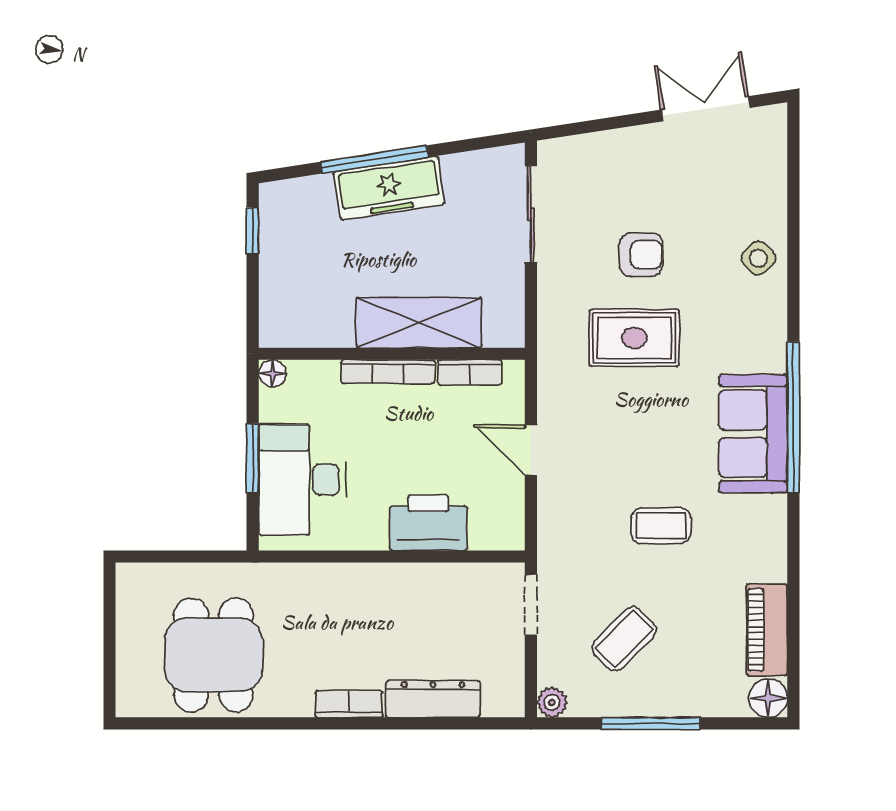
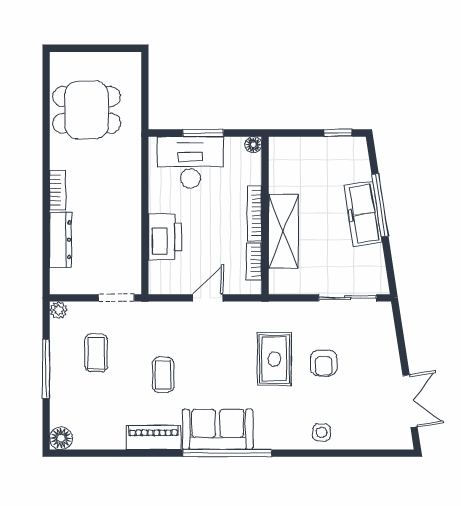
side table: (758, 258) -> (322, 432), turned 45
piano: (767, 630) -> (153, 437), moved
coffee table: (624, 639) -> (96, 353), turned 45

